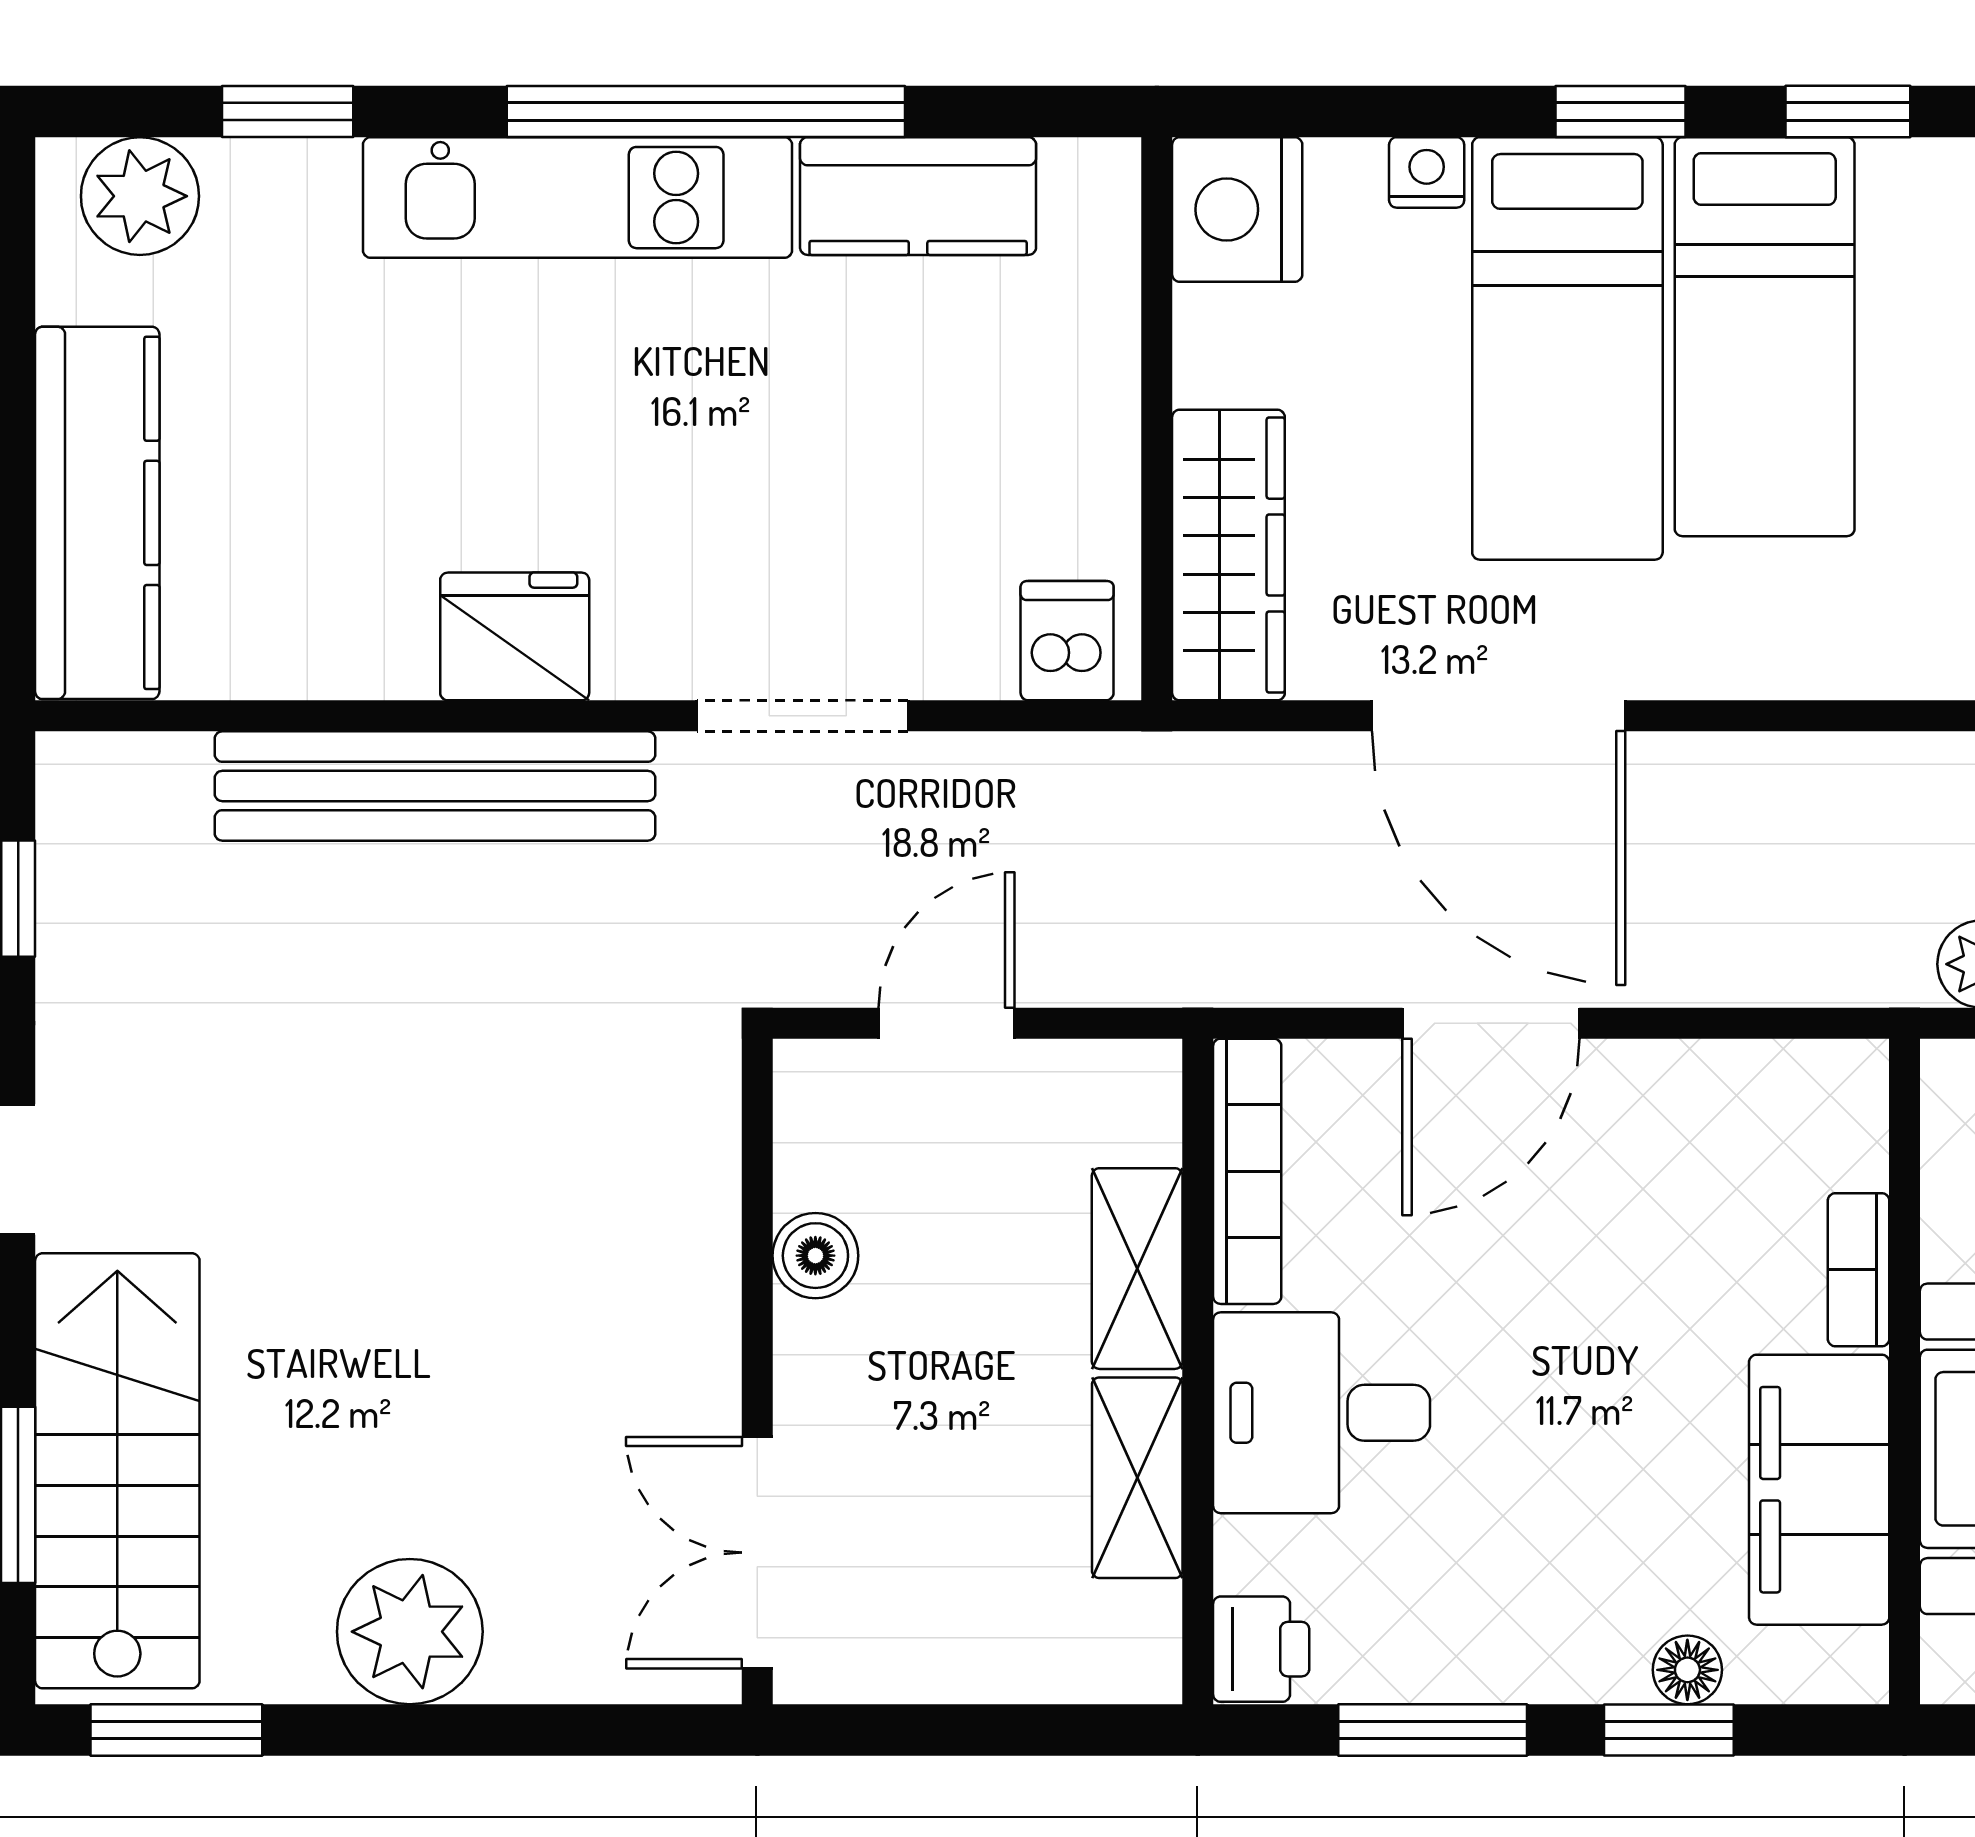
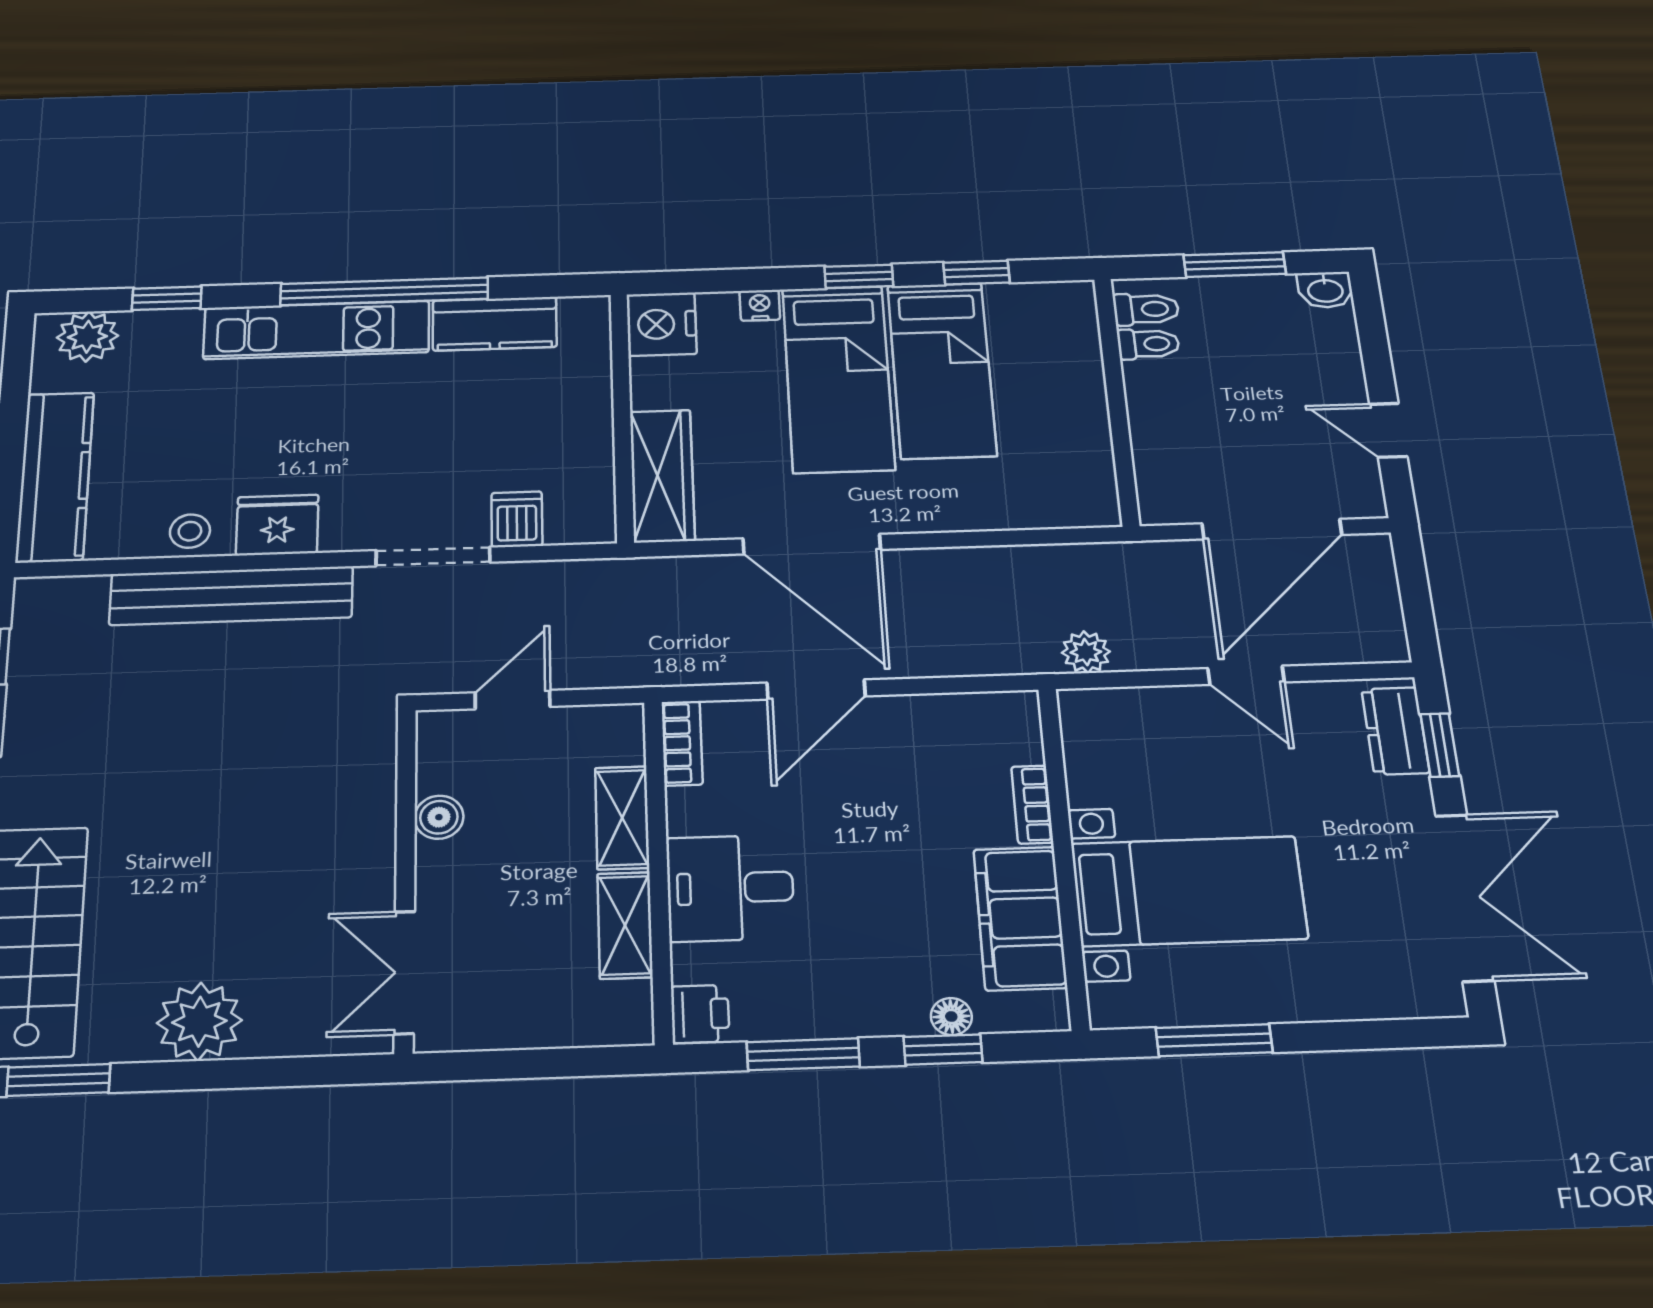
dishwasher: (1067, 641) -> (517, 519), moved
stool: (354, 644) -> (190, 531), added
bookcase: (1247, 1171) -> (682, 743), width x0.64

